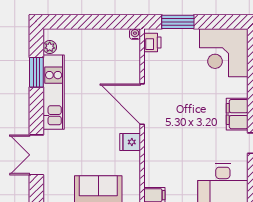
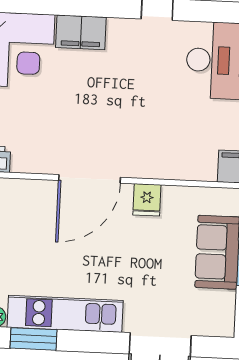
filing cabinet: (237, 114) -> (81, 32), moved

